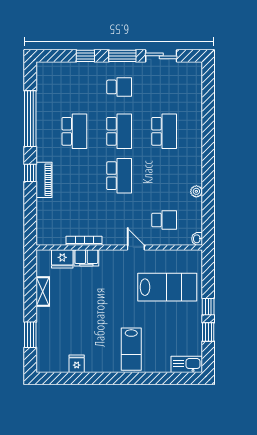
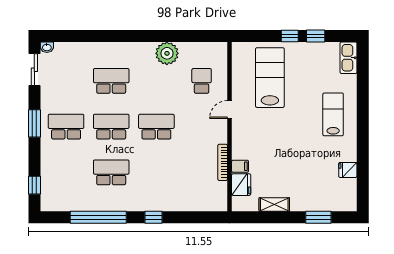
window: (85, 56) -> (34, 185), moved
sliding door: (161, 56) -> (34, 70), moved
school desk: (119, 87) -> (66, 127), width x1.85
piano: (44, 180) -> (161, 203), removed
plant: (196, 191) -> (167, 53), width x1.88, depth x1.88
washbasin: (197, 239) -> (47, 47), moved
filing cabinet: (86, 258) -> (240, 166), width x0.50
lab bench: (131, 349) -> (333, 114), turned -90

